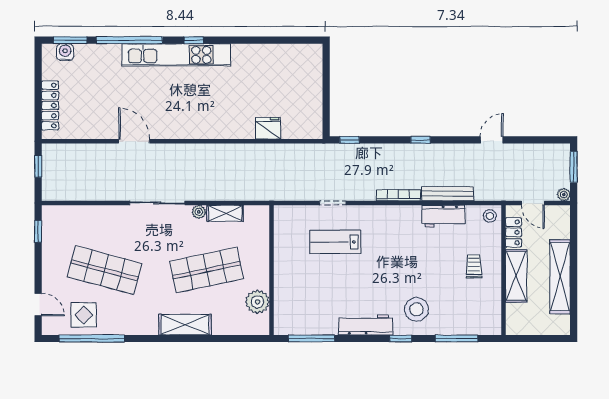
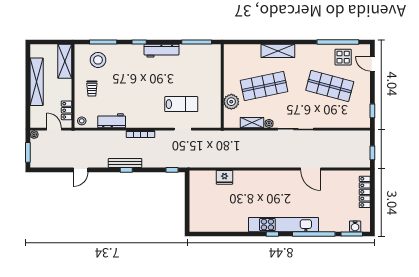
bench: (448, 194) -> (125, 163), moved
shelving: (516, 276) -> (65, 61), moved
plant: (257, 302) -> (231, 102), moved
stool: (416, 309) -> (98, 60), moved

